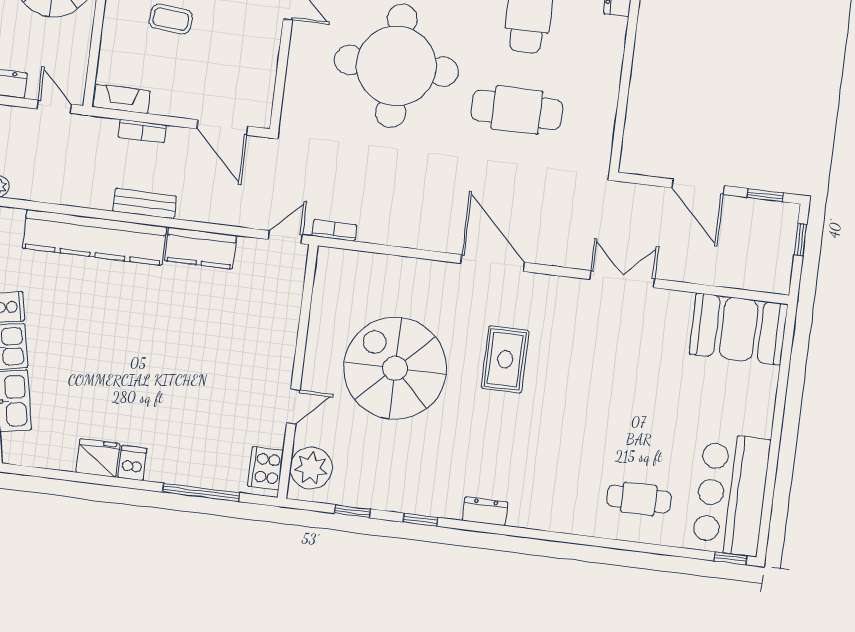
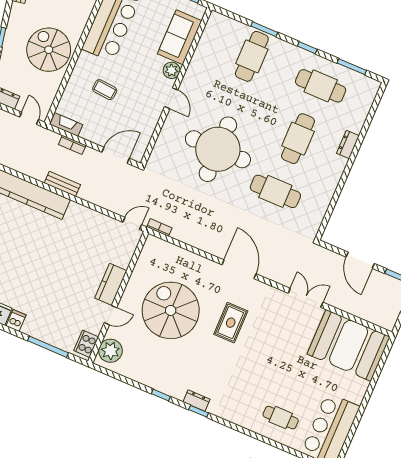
door: (222, 127) -> (116, 155), swing flipped
kitchen counter: (201, 248) -> (111, 284), moved, turned 90
booth: (739, 329) -> (349, 345), width x1.36, depth x1.42
window: (352, 511) -> (199, 411), moved

